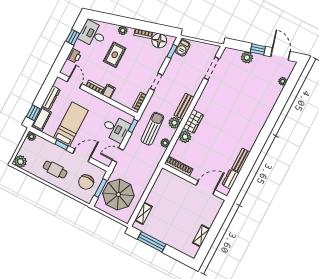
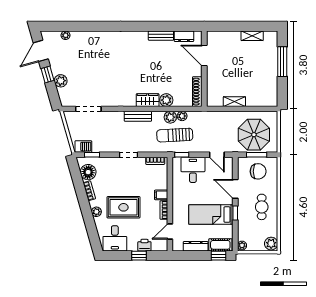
window: (73, 37) -> (139, 256), moved
rug: (115, 55) -> (123, 207), width x1.36, depth x1.43
plant: (174, 123) -> (170, 117), moved
shelving: (143, 213) -> (234, 102), moved
window: (152, 242) -> (282, 62), moved

